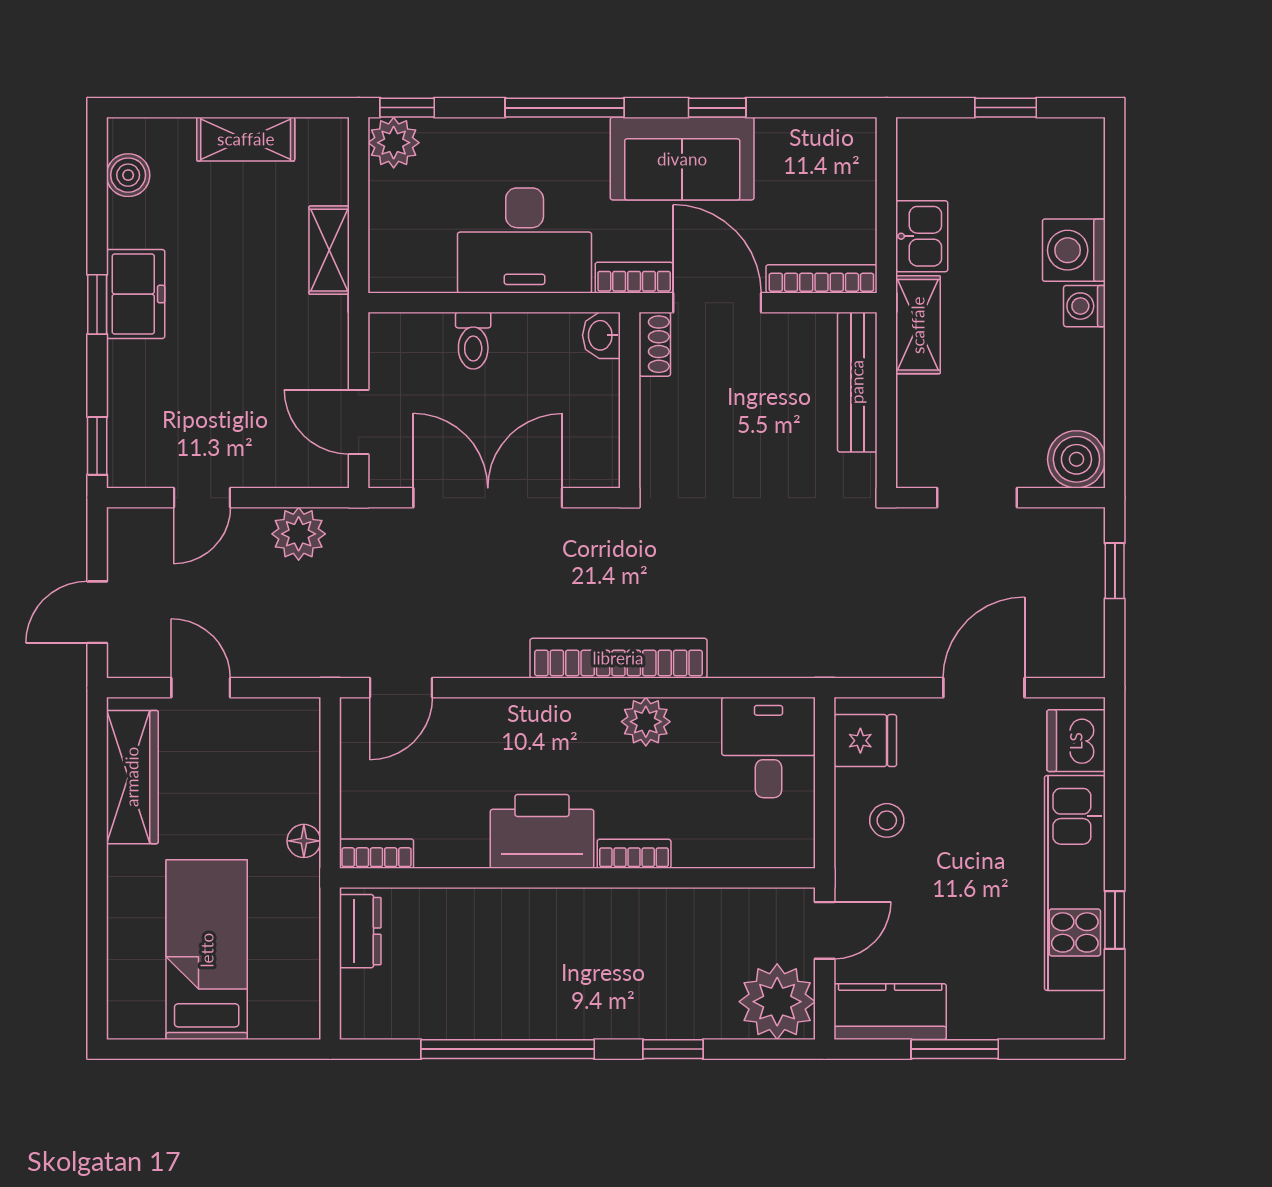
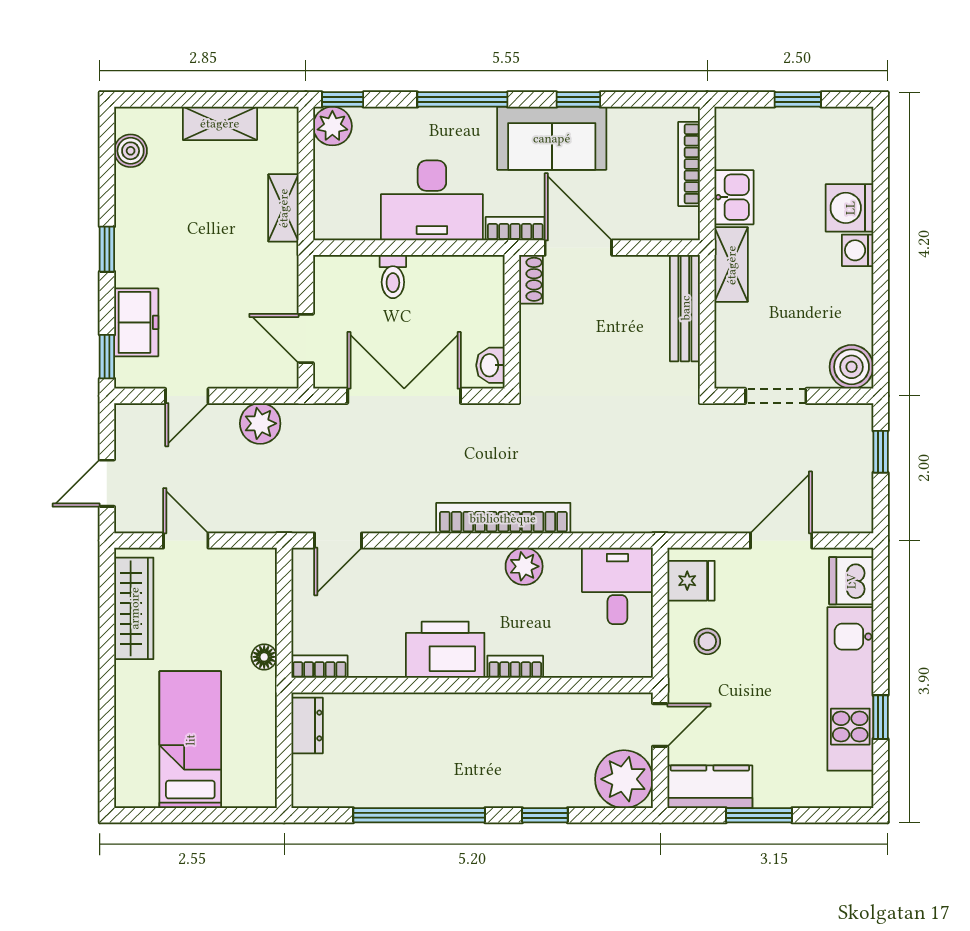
bookcase: (821, 279) -> (689, 164), moved, turned -90
freezer: (136, 294) -> (136, 322), moved
washbasin: (601, 335) -> (490, 365), moved

